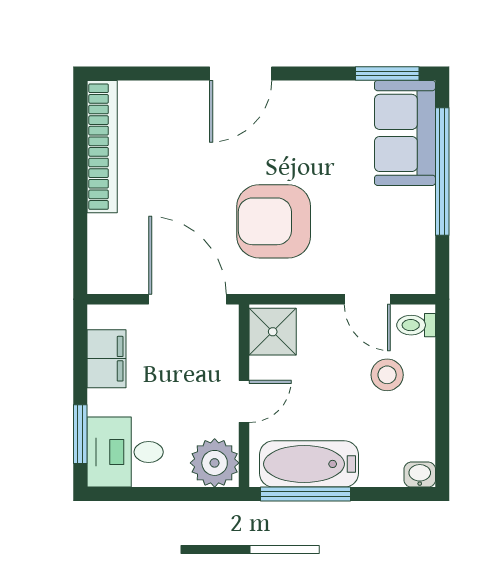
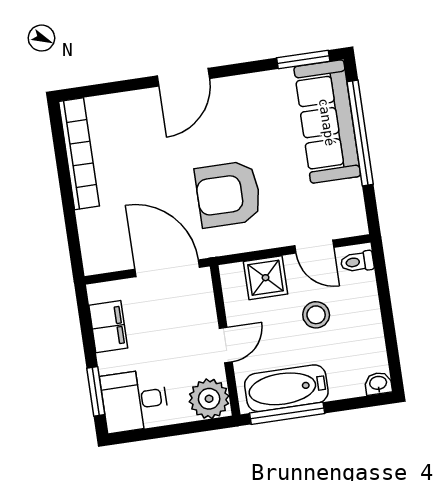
sofa: (405, 133) -> (327, 122), width x1.36
shower: (273, 332) -> (266, 278), moved
stool: (387, 375) -> (316, 315), moved

